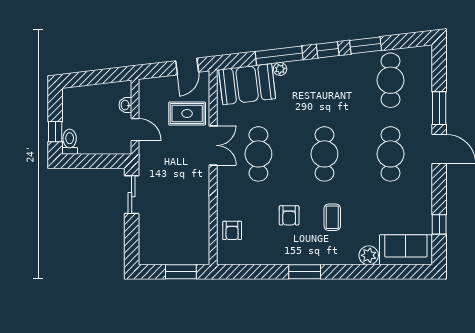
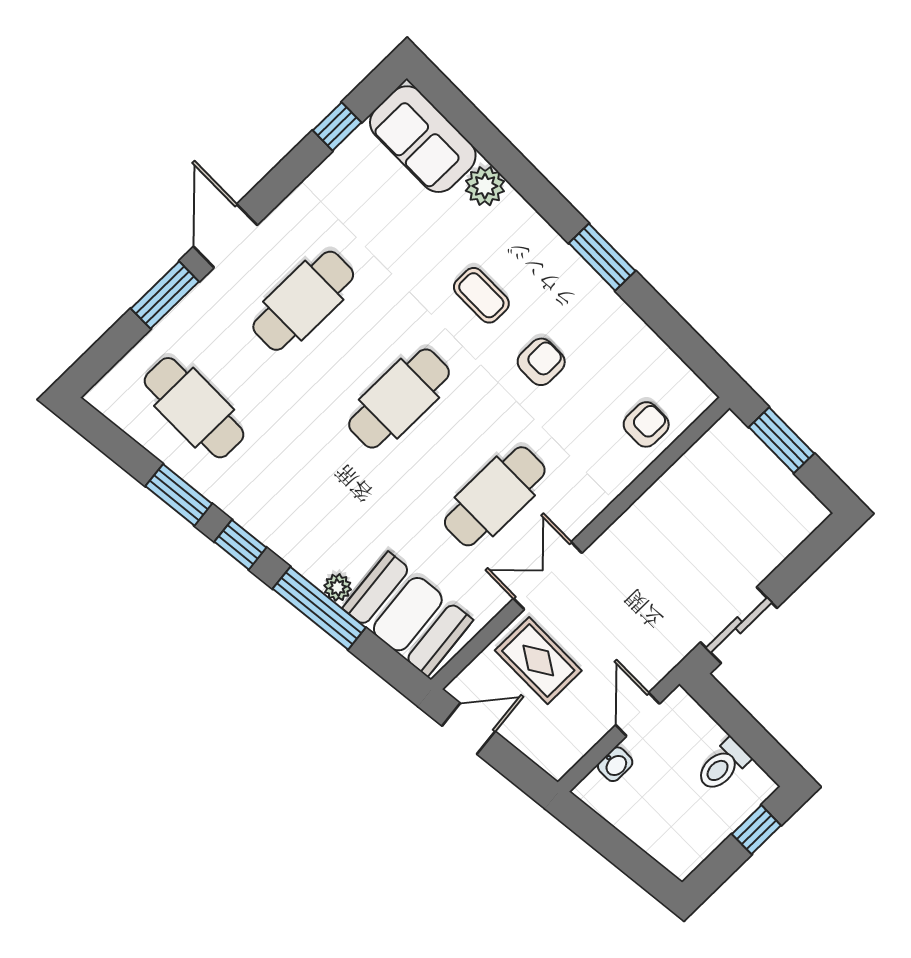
cafe table: (390, 80) -> (194, 408), turned 90
toilet: (70, 142) -> (723, 765), moved
coffee table: (332, 217) -> (481, 295), turned 90

